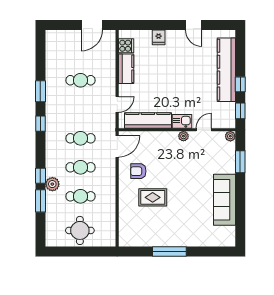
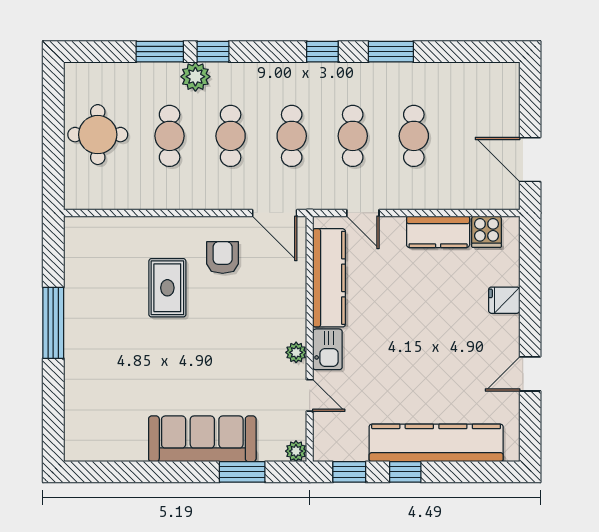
cafe table: (81, 109) -> (353, 136), added
sofa: (224, 200) -> (202, 439), moved

